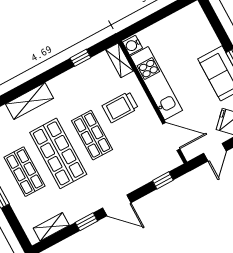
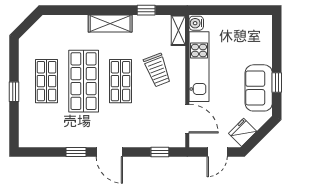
shelving: (29, 101) -> (110, 23), moved
trolley: (120, 107) -> (157, 70), turned -111
shelving: (51, 227) -> (44, 140), removed

